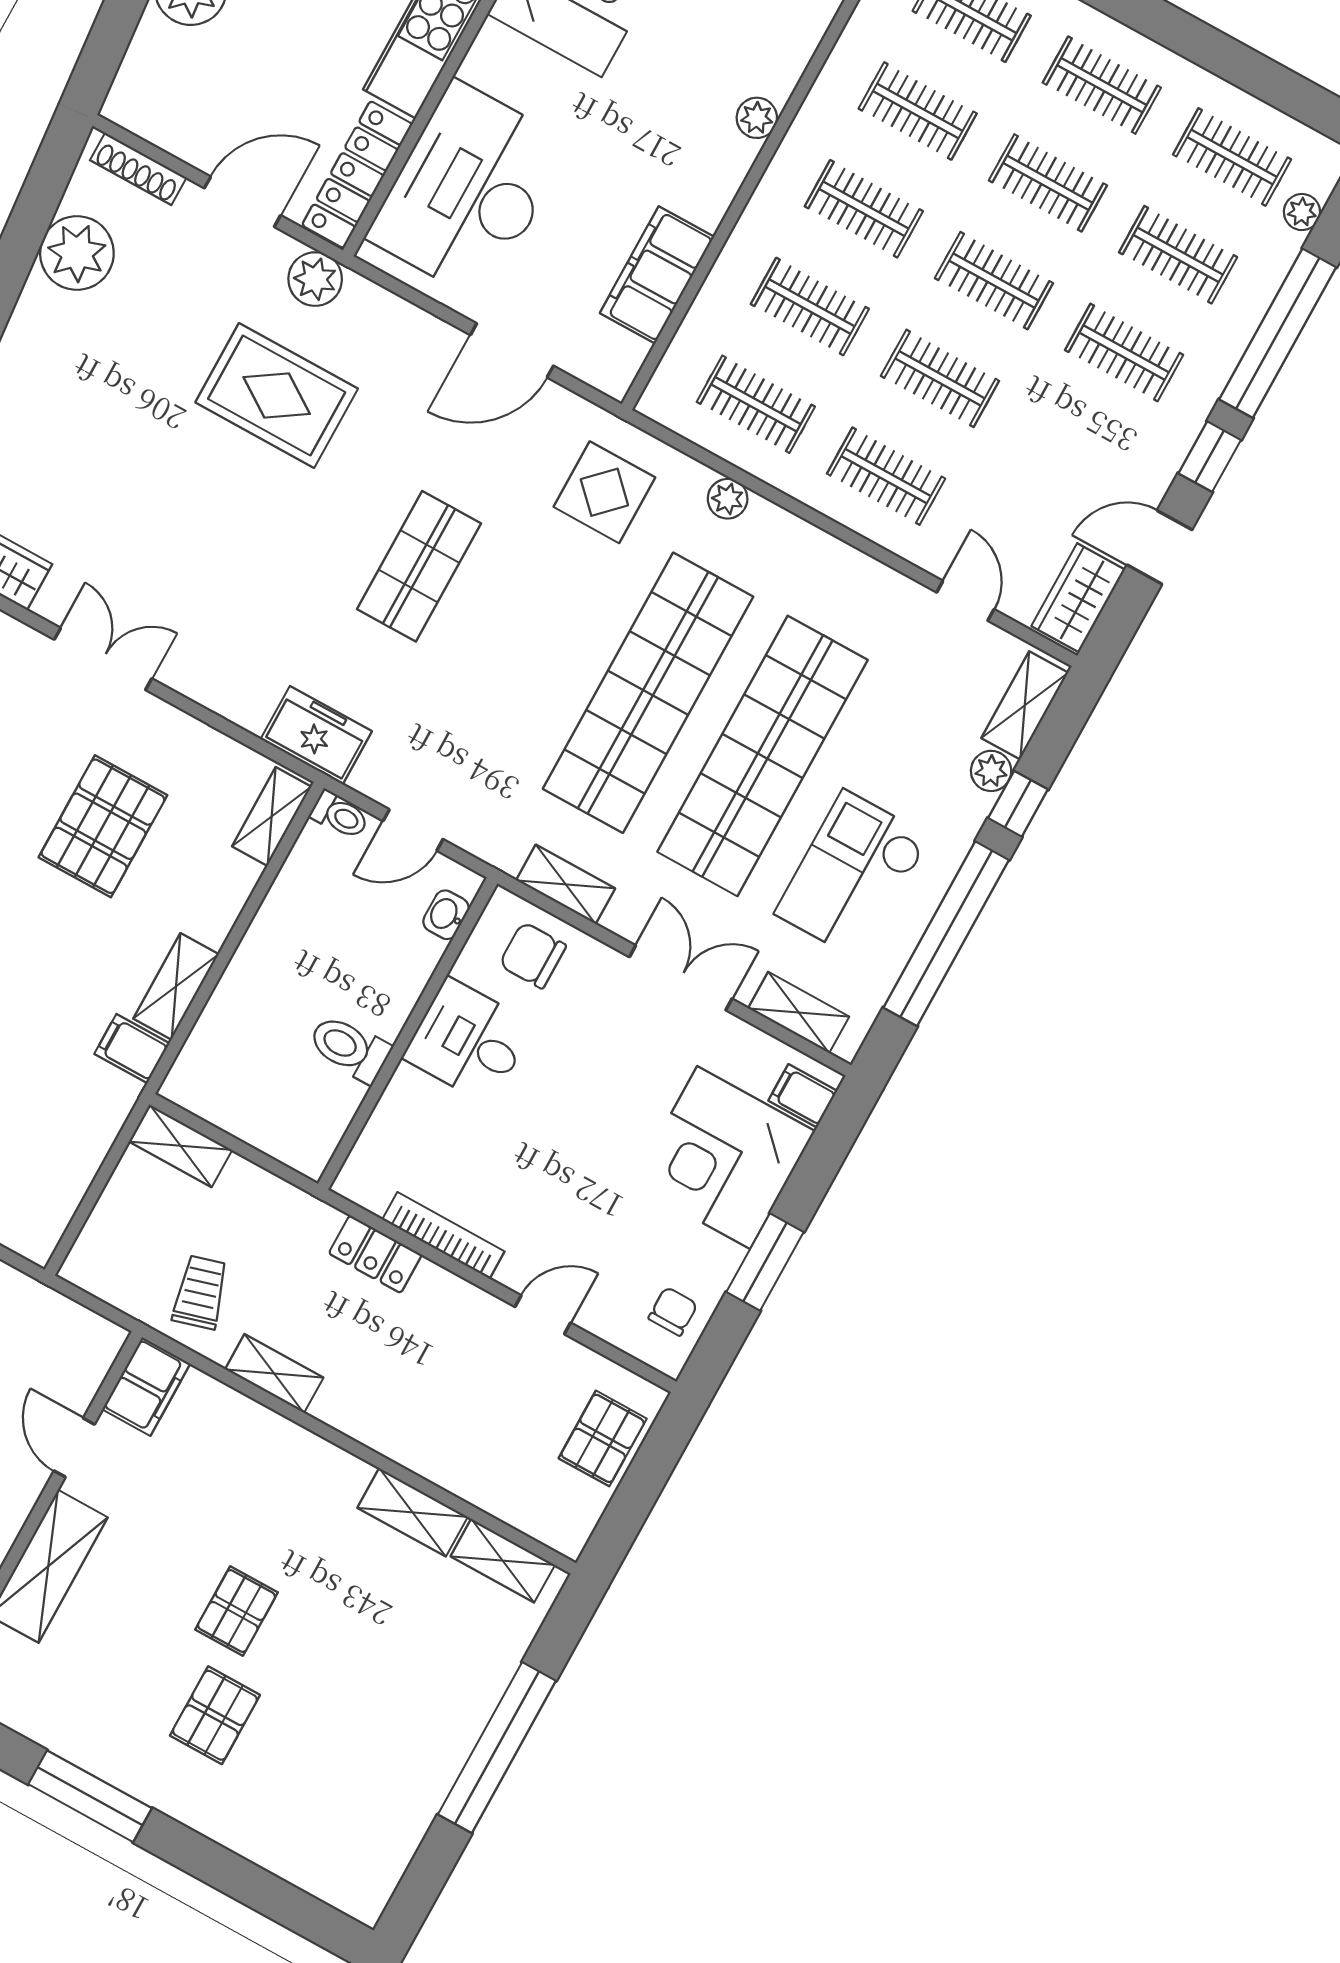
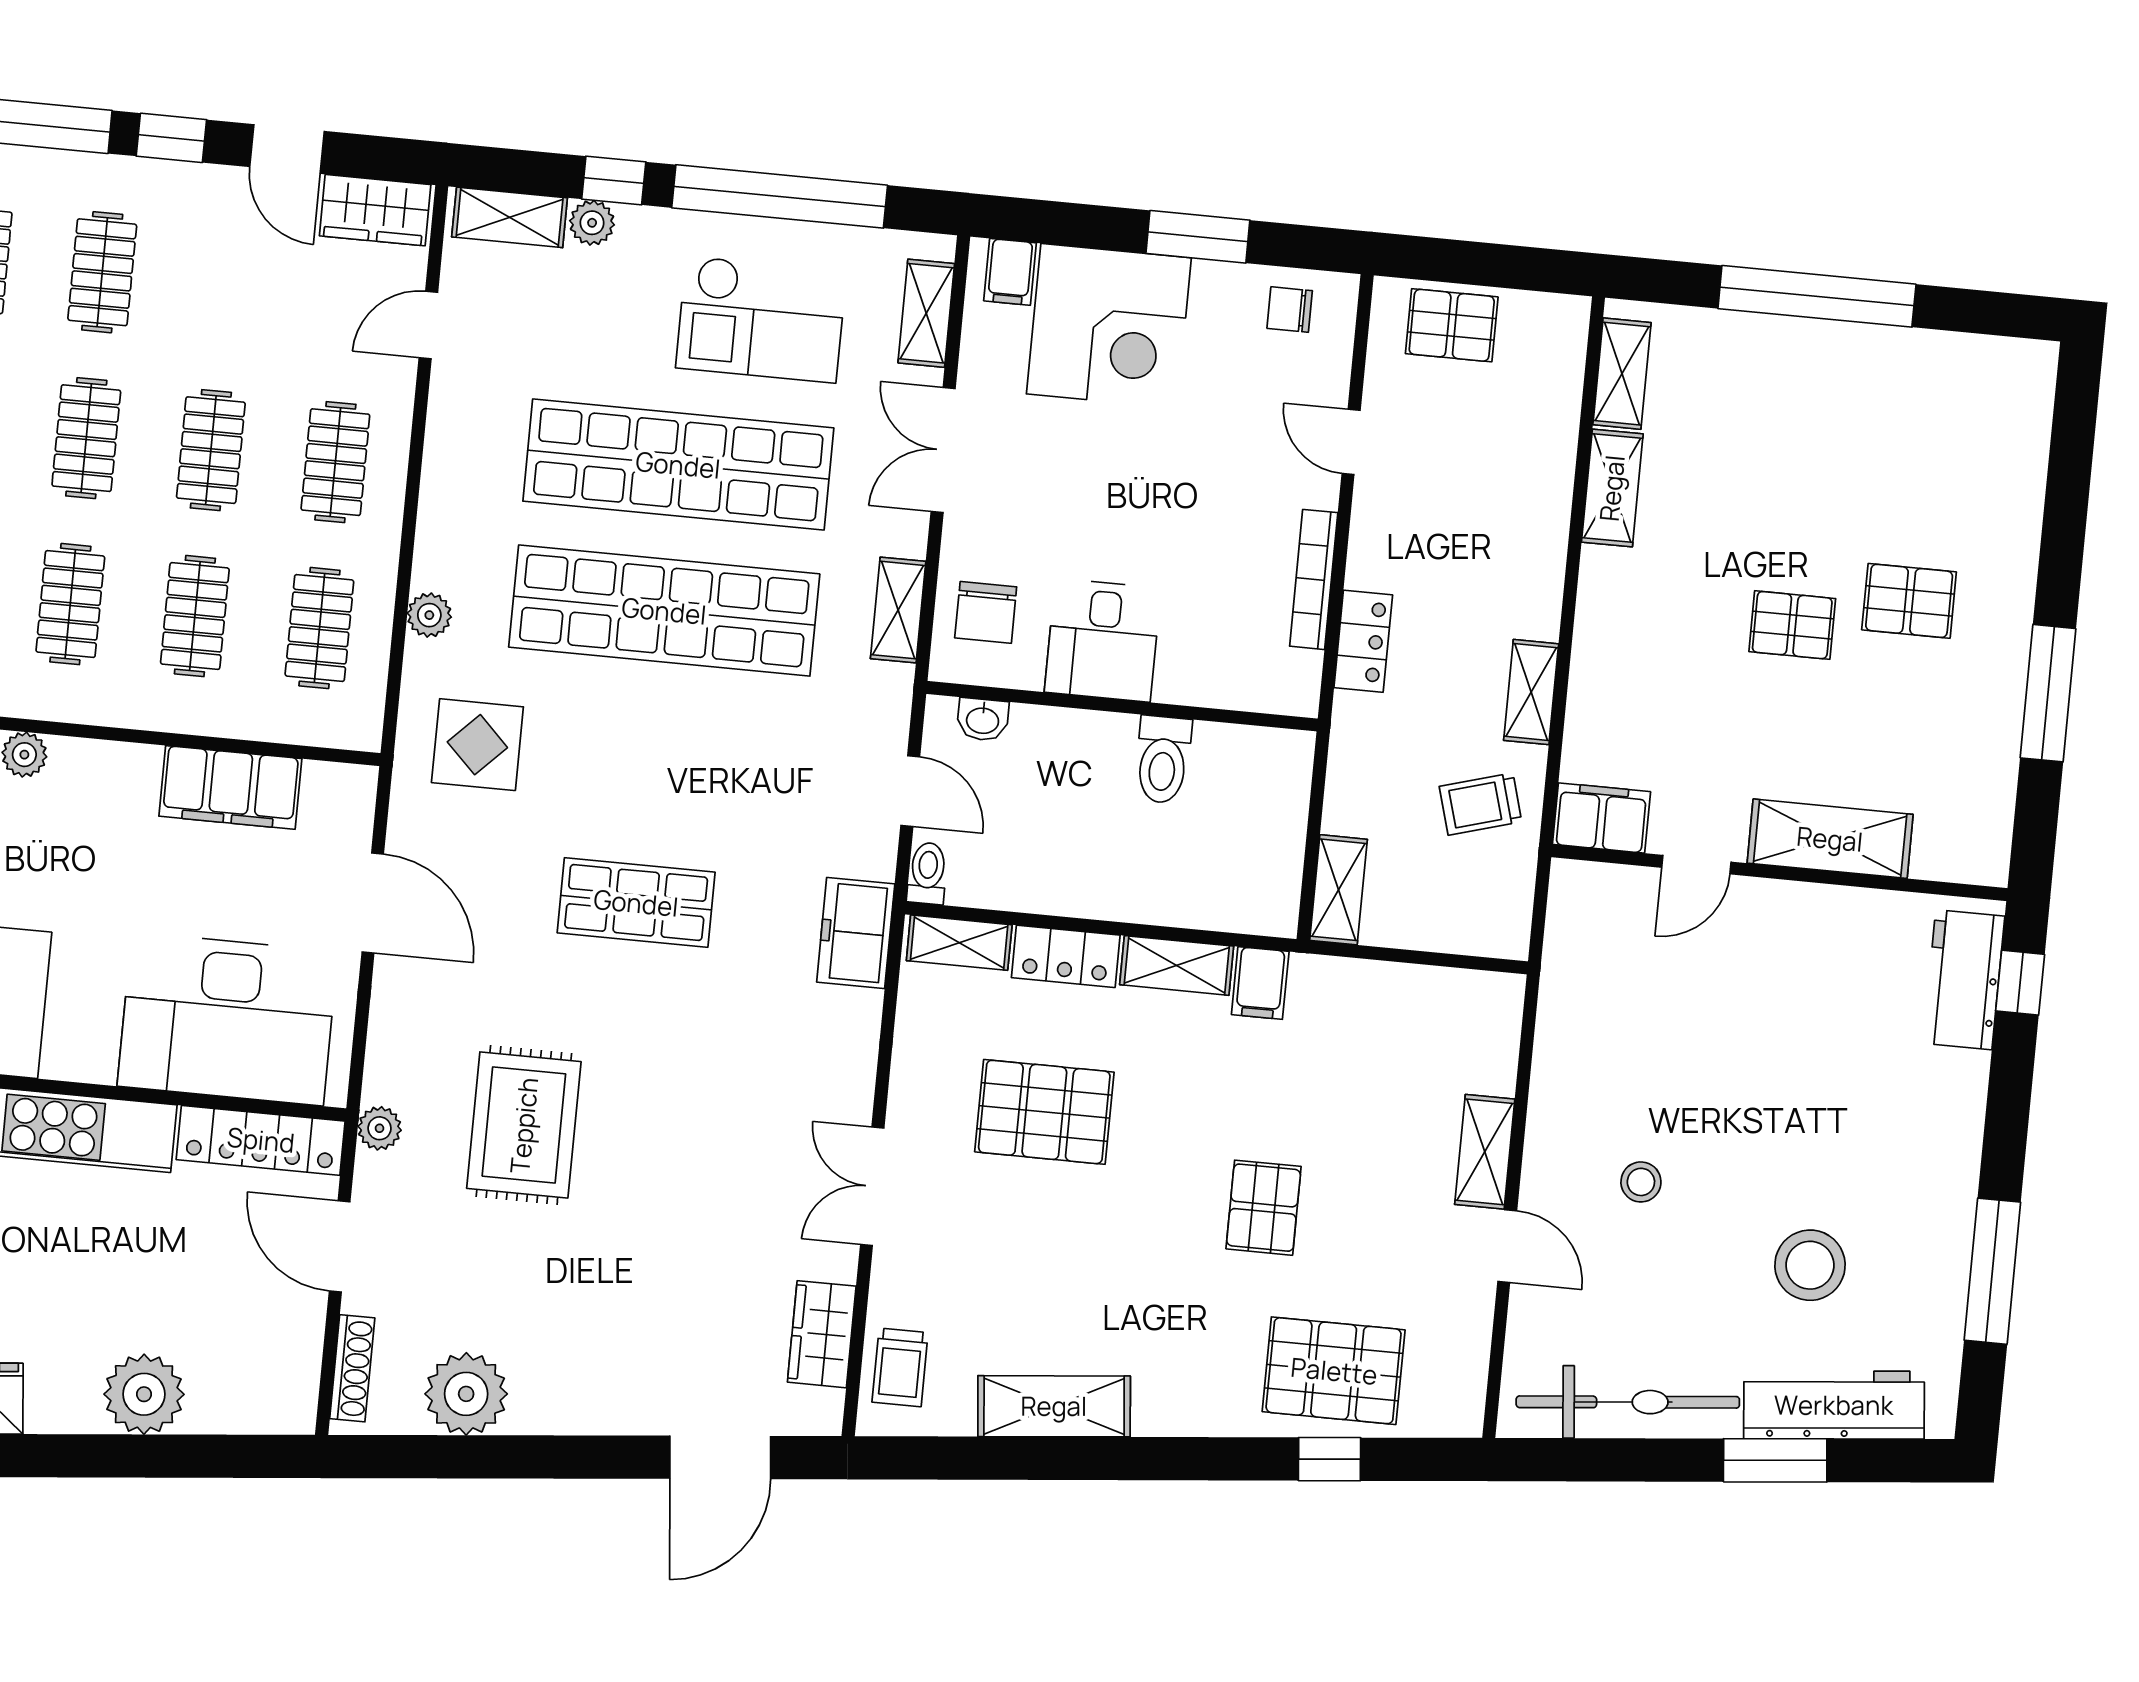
plant: (315, 279) -> (380, 1128), width x0.73, depth x0.73
locker: (223, 899) -> (1066, 956), added

